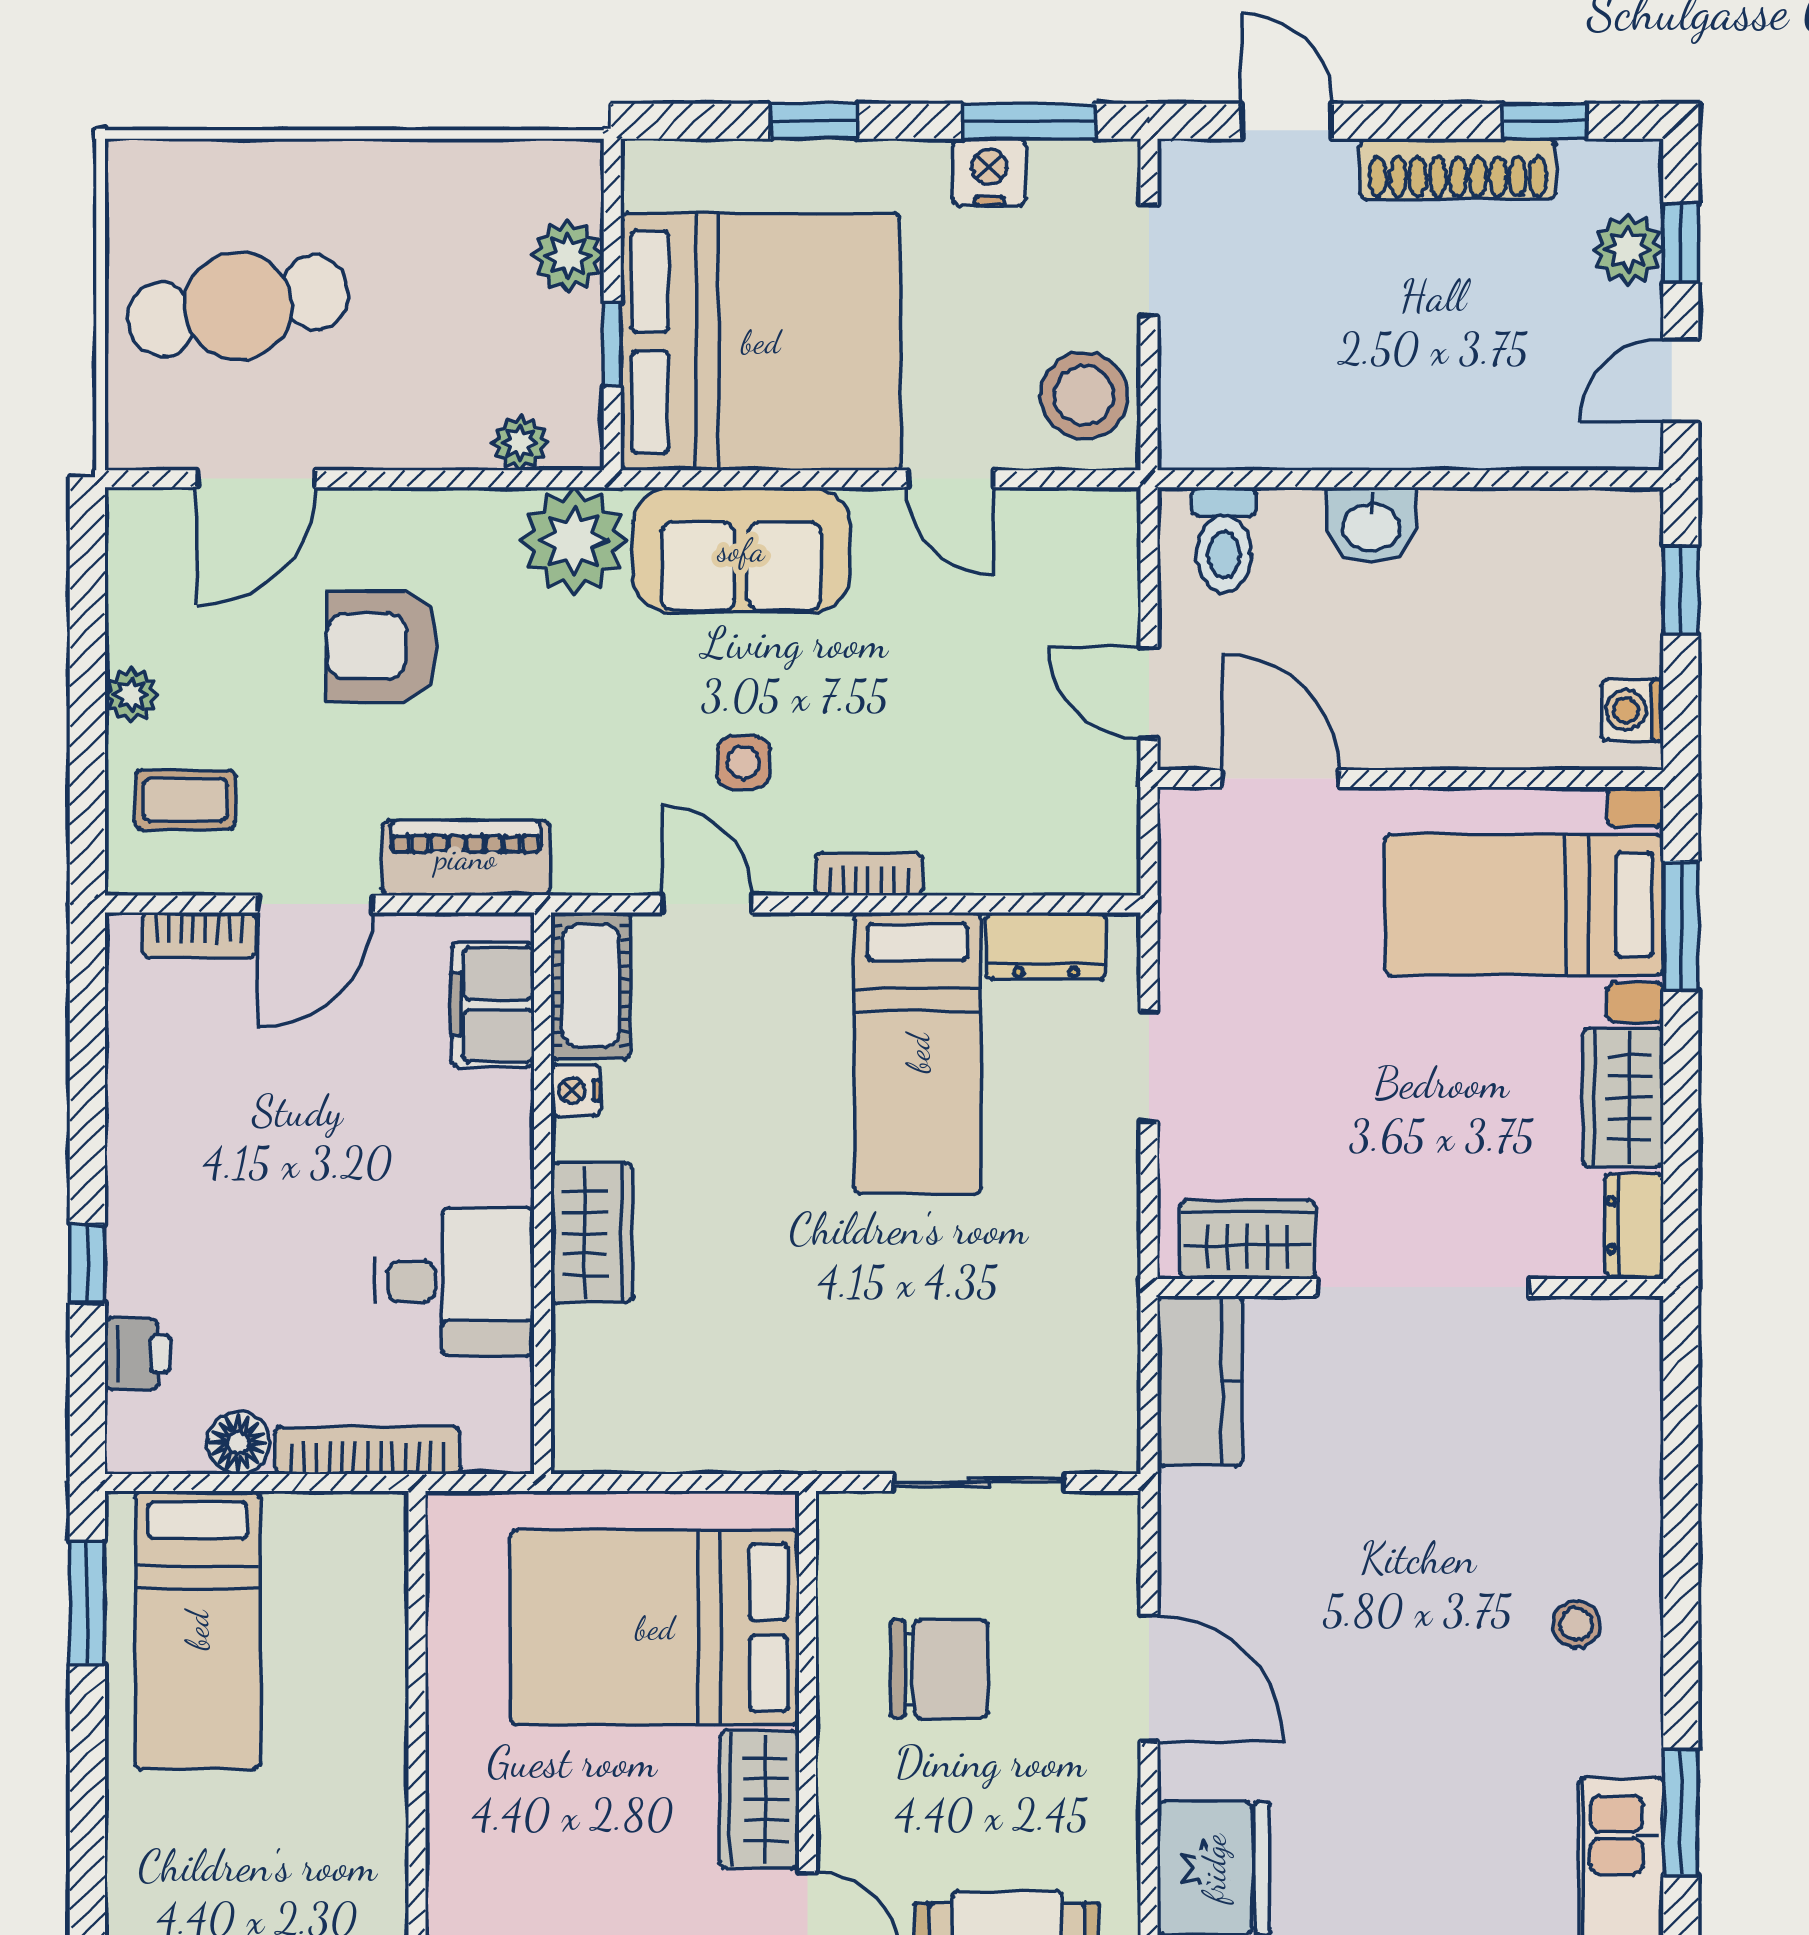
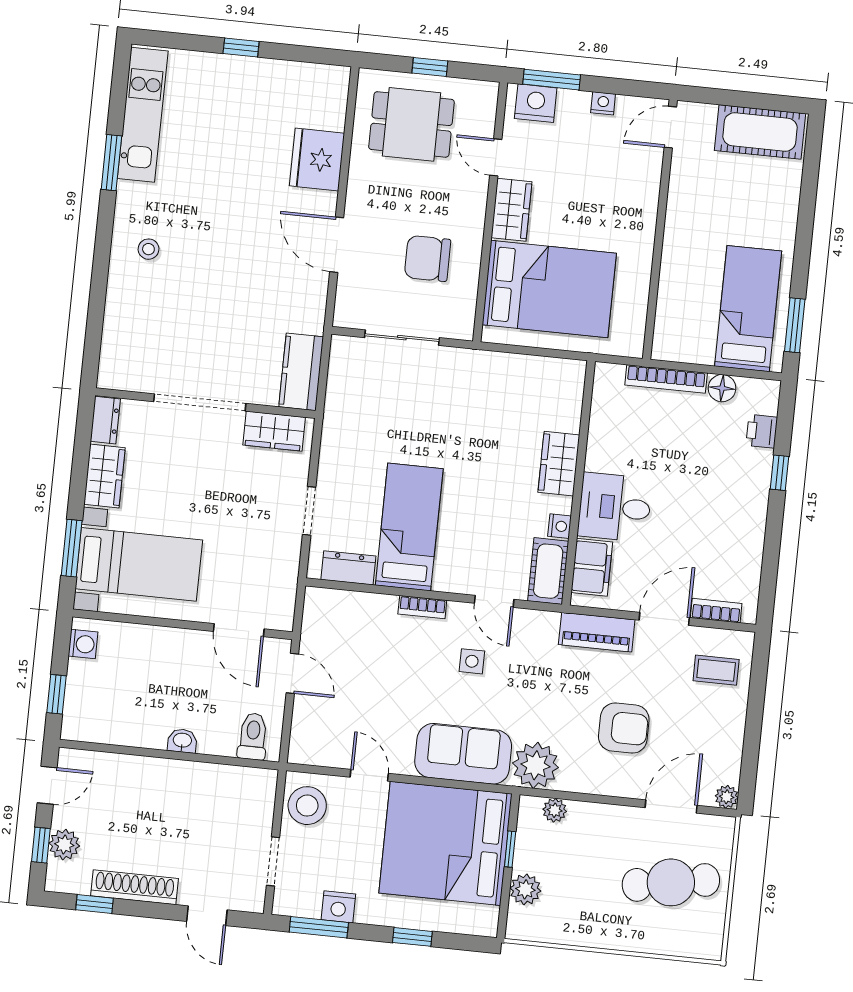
washbasin: (1371, 525) -> (182, 741), width x0.72, depth x0.69
plant: (132, 695) -> (727, 797), moved
desk: (454, 1282) -> (615, 507), moved

